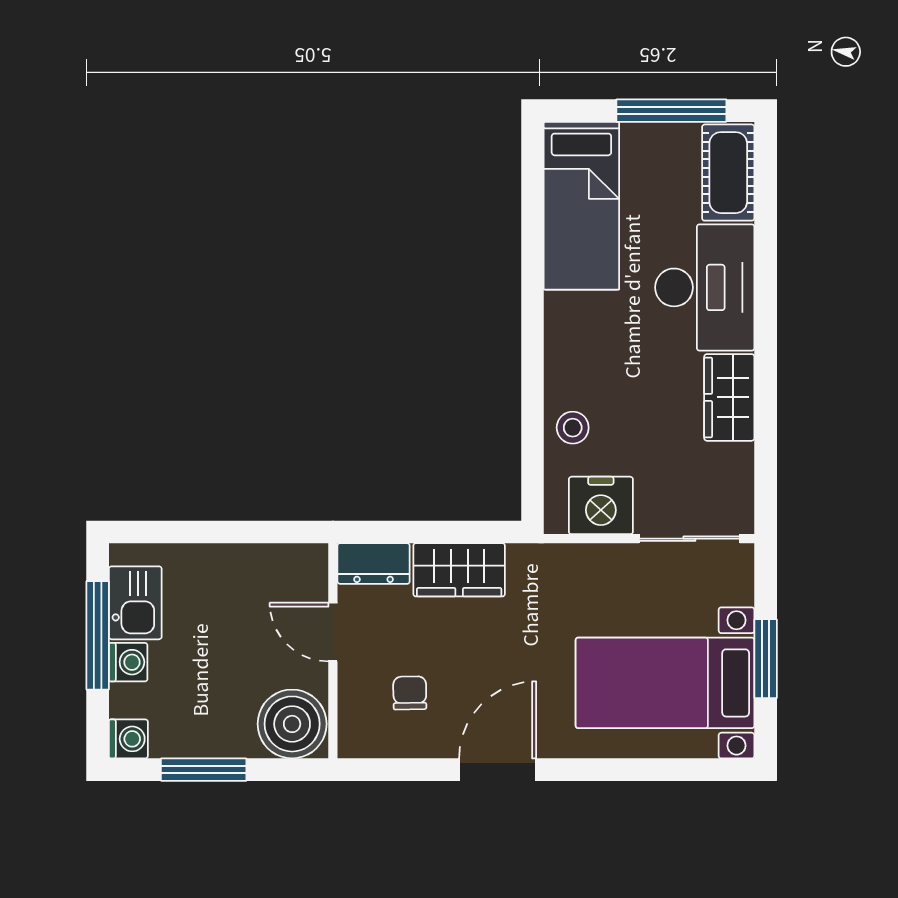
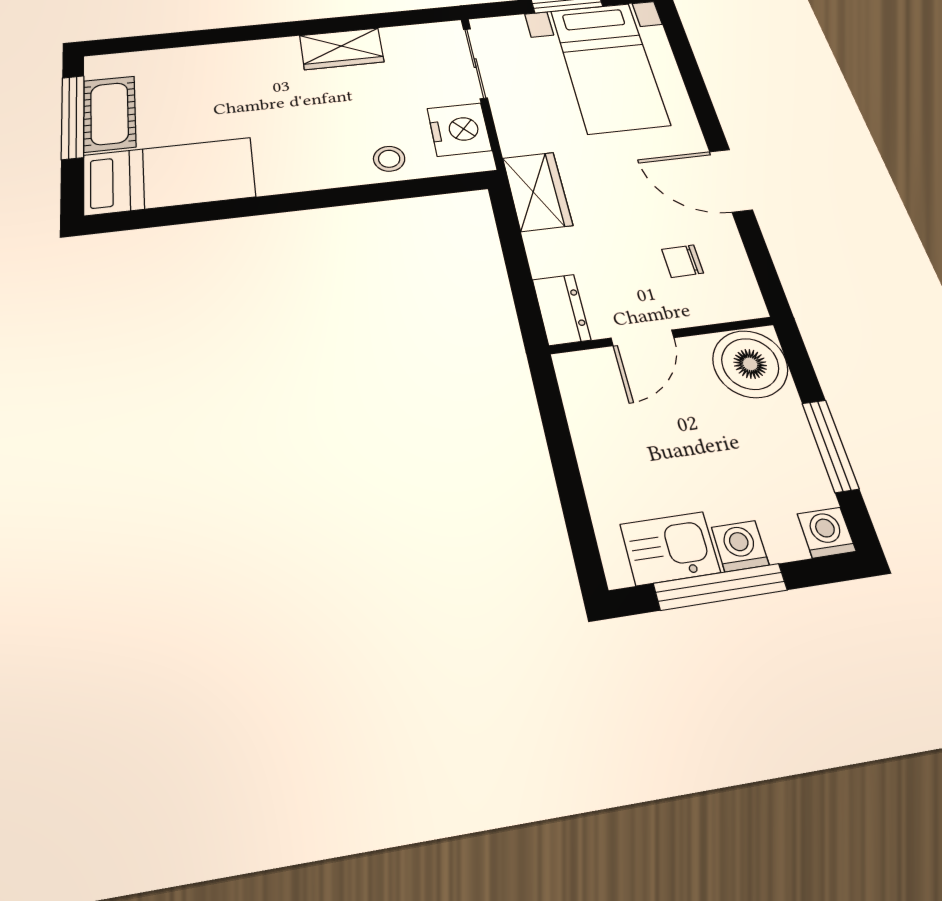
cot: (728, 173) -> (109, 114), moved, turned 90
desk: (705, 287) -> (242, 76), removed
wardrobe: (459, 570) -> (537, 191), moved

